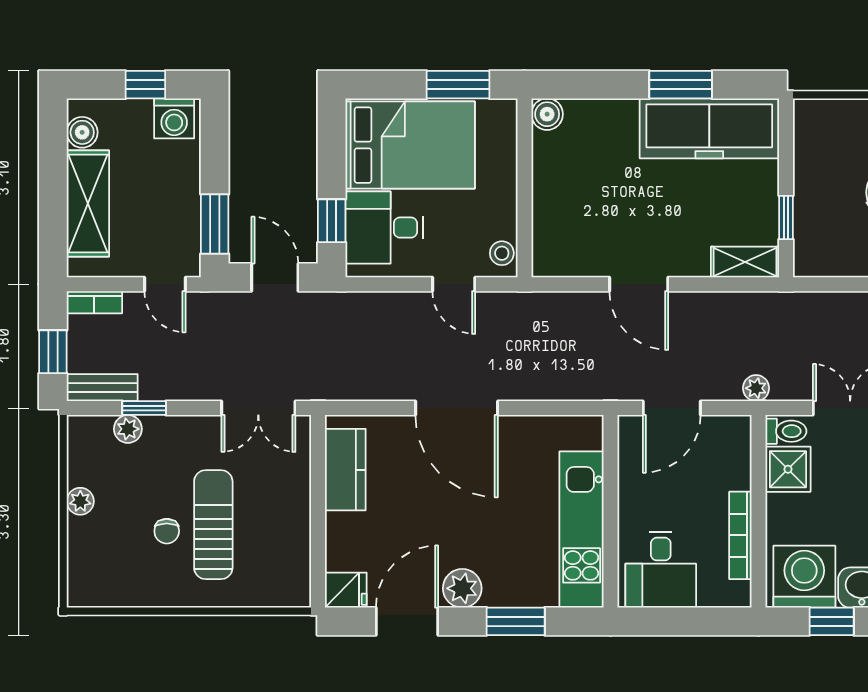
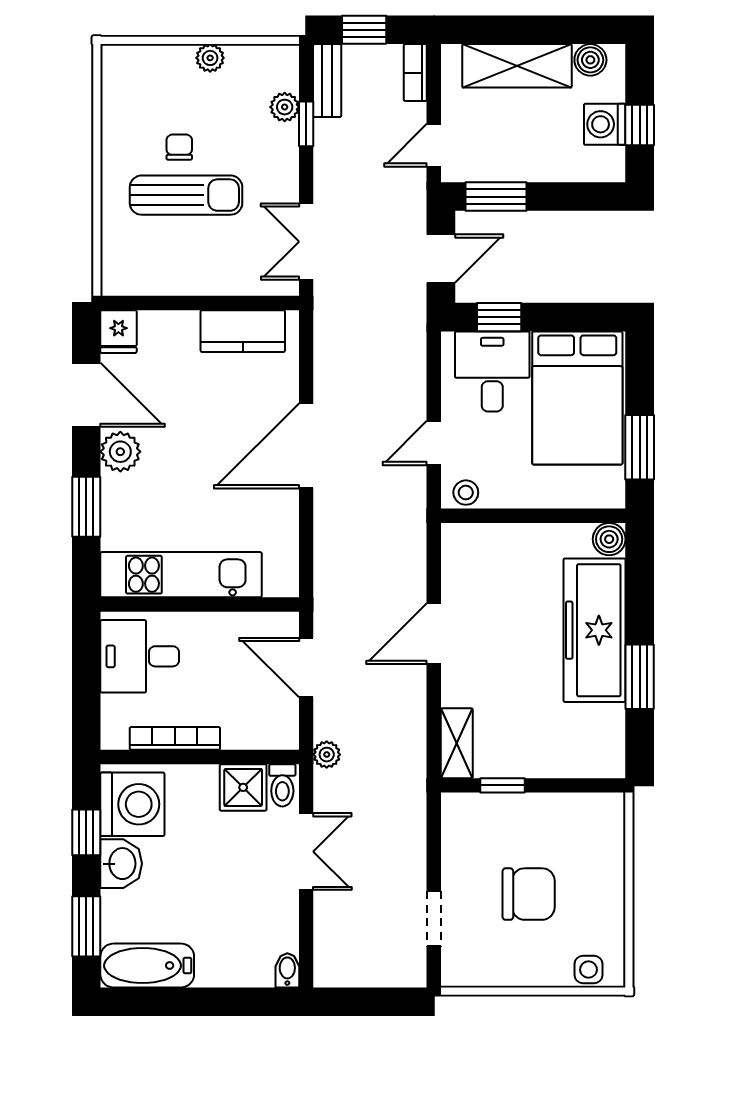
washing machine: (174, 118) -> (605, 124), moved
freezer: (709, 128) -> (595, 630), moved
chair: (167, 531) -> (179, 147), turned 90

